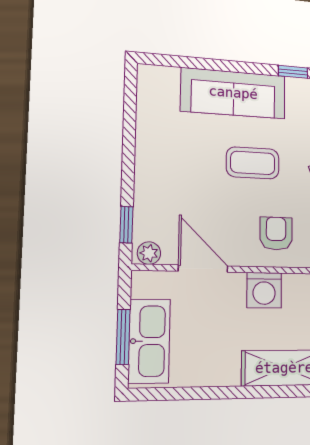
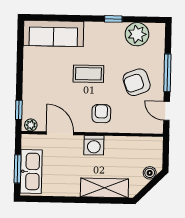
sofa: (233, 93) -> (53, 33), moved

